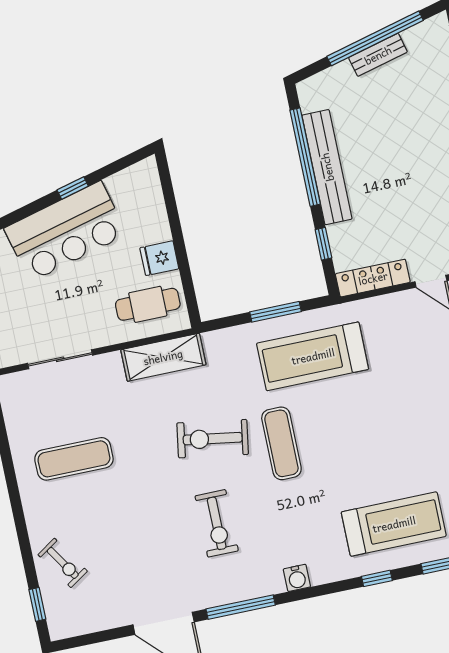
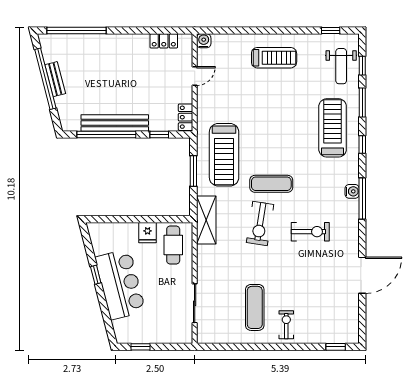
locker: (373, 278) -> (186, 117), width x0.66
shelving: (163, 357) -> (206, 220), moved
exercise bike: (63, 563) -> (286, 325), moved, turned -57
window: (241, 607) -> (362, 198), moved

